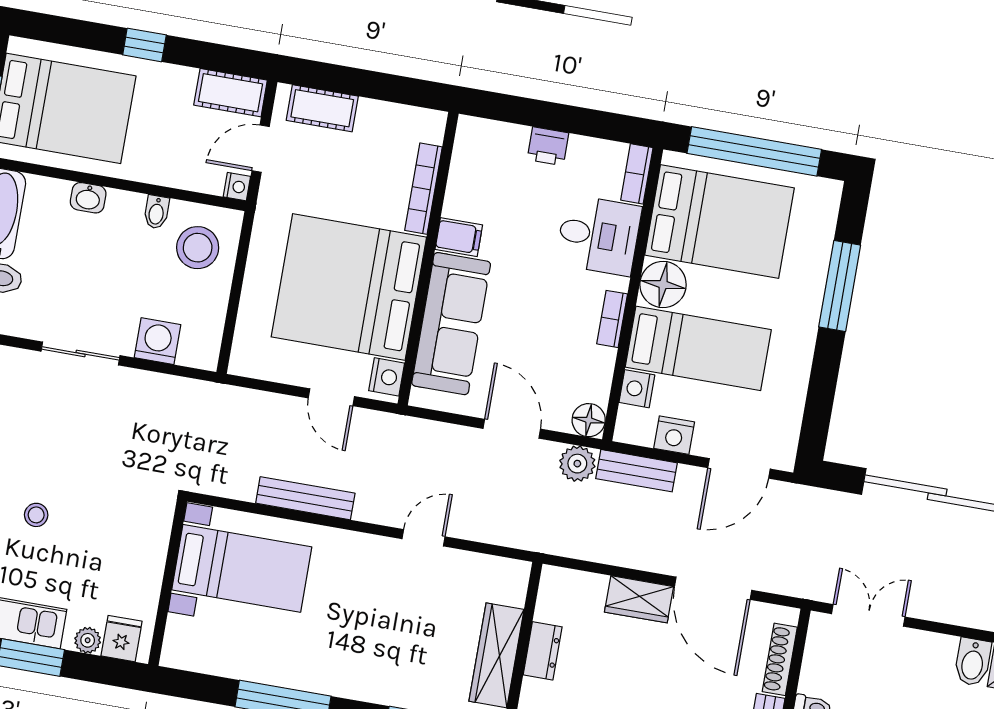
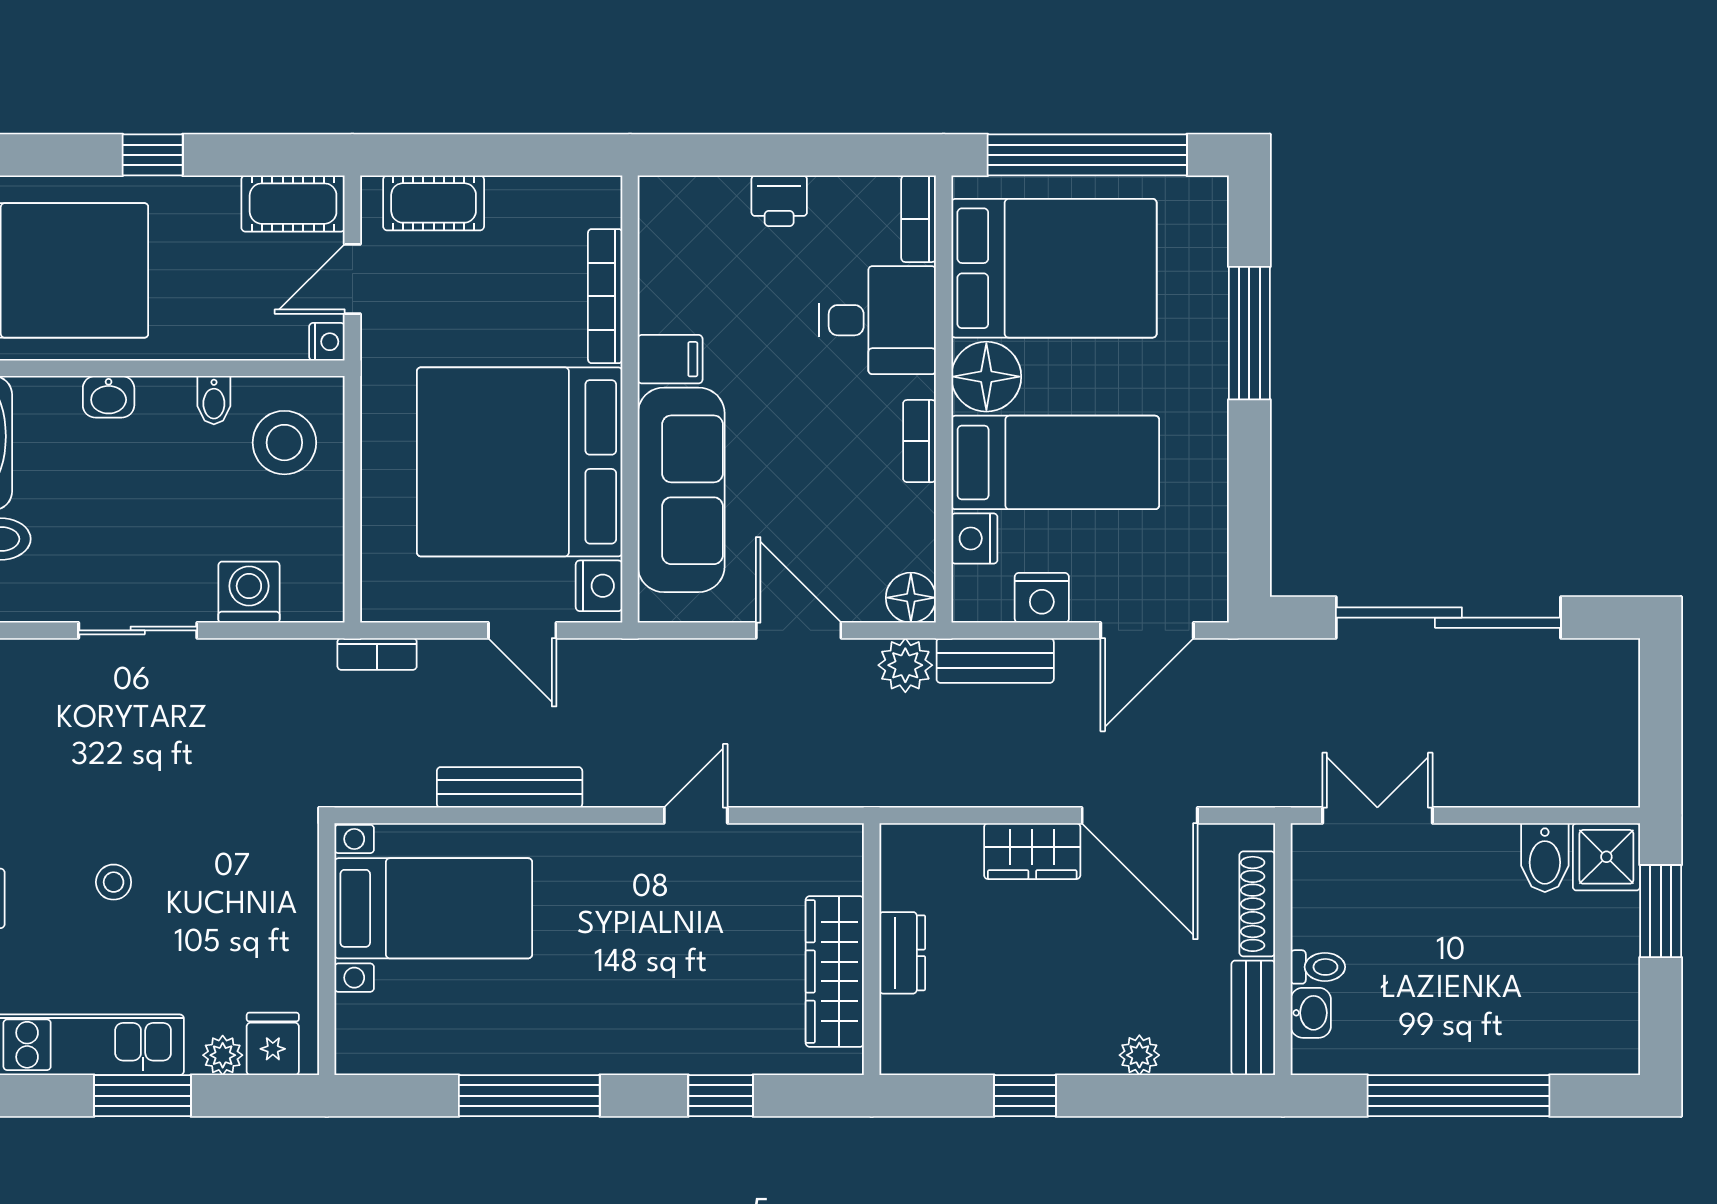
bookcase: (234, 396) -> (377, 654), added

